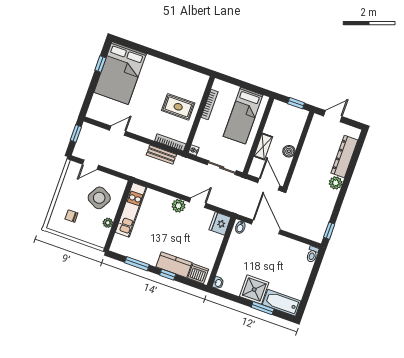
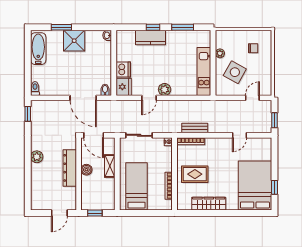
wardrobe: (175, 71) -> (209, 204), added
dresser: (344, 156) -> (70, 168), moved, turned 180
dishwasher: (198, 274) -> (123, 70), moved, turned -90
bathtub: (282, 303) -> (38, 49), moved, turned -90

